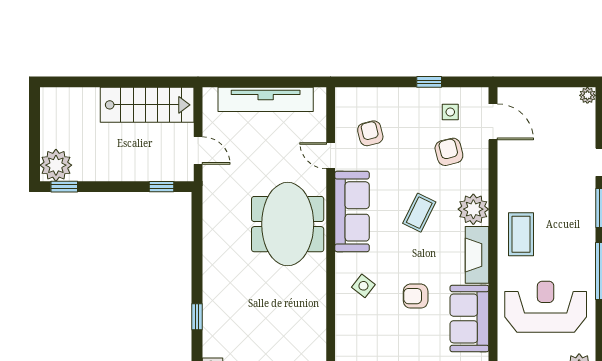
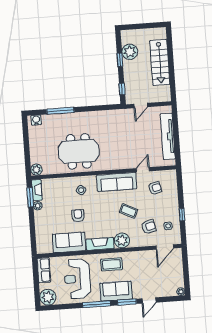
stairs: (147, 105) -> (160, 62), moved
plant: (56, 165) -> (130, 52), moved
window: (64, 187) -> (120, 60), moved
coffee table: (419, 213) -> (129, 211), moved
meeting table: (288, 224) -> (79, 151), moved
sofa: (577, 229) -> (116, 291), added
reception desk: (546, 307) -> (77, 279), turned 180
window: (197, 317) -> (60, 111), width x2.17

